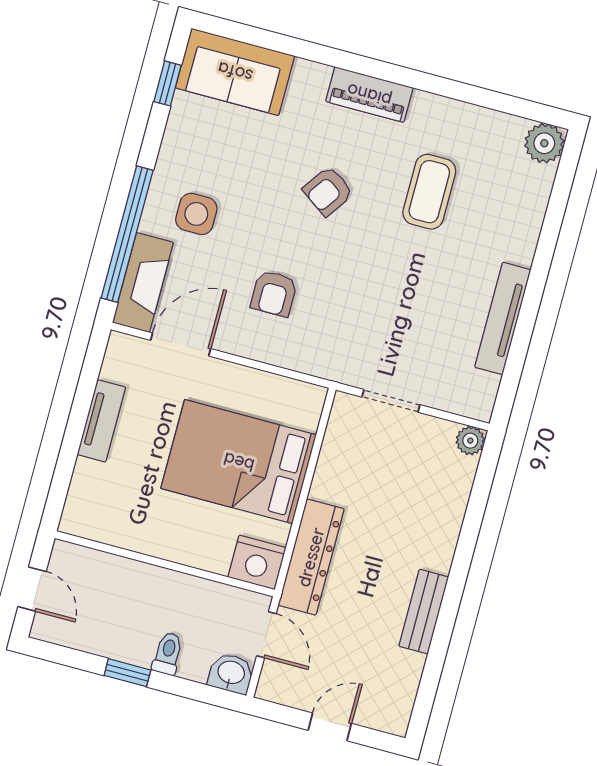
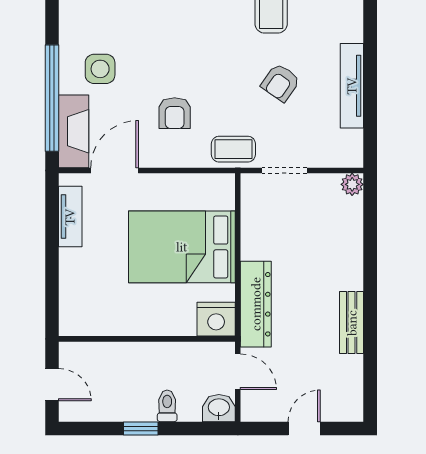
armchair: (328, 191) -> (280, 83), moved
coffee table: (335, 358) -> (233, 149), added
tv unit: (101, 421) -> (70, 217), moved

